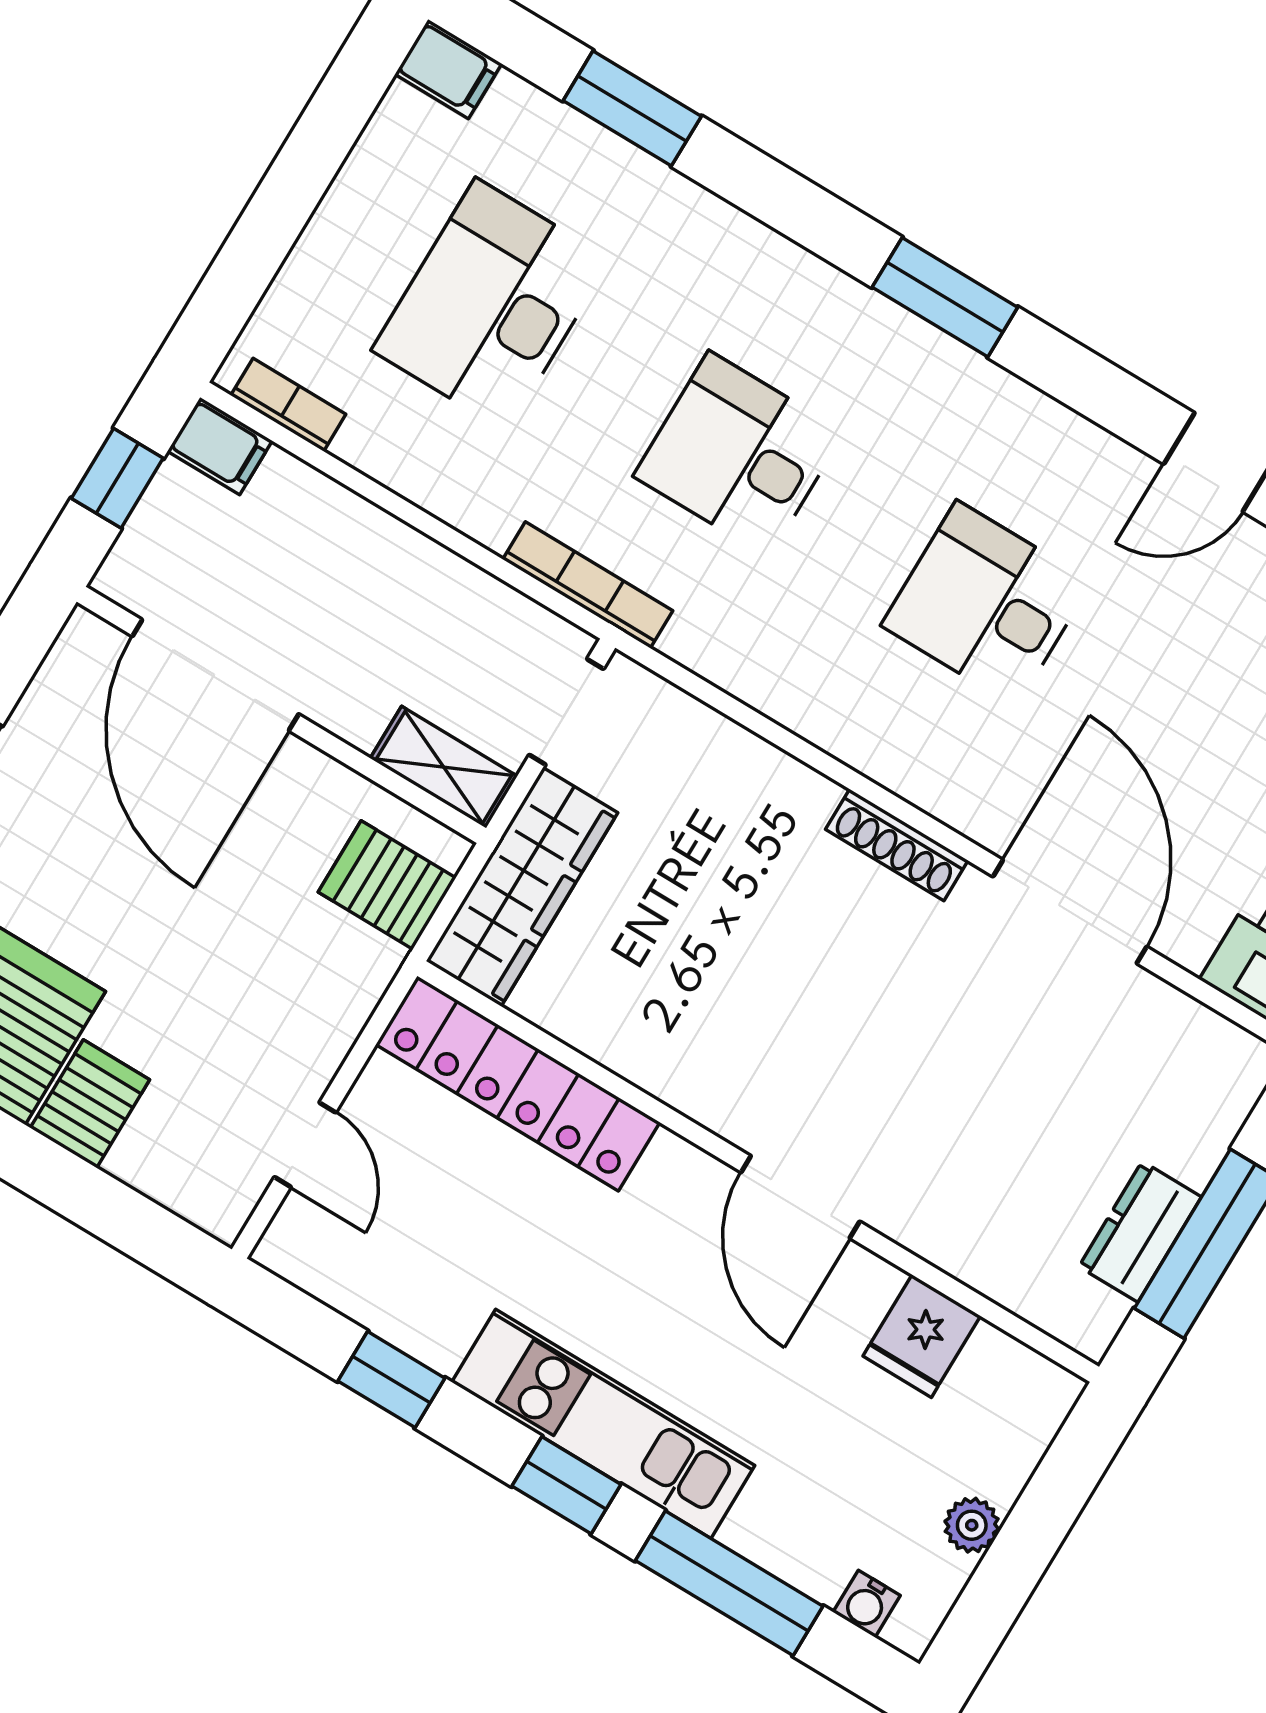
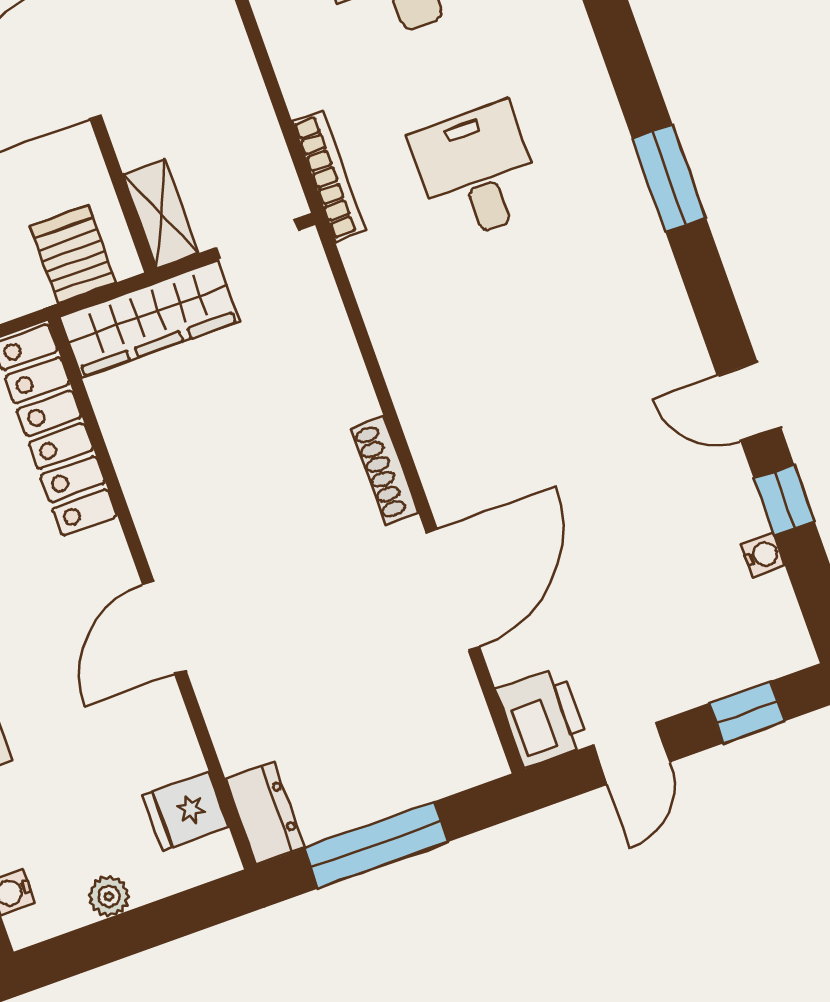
desk: (986, 604) -> (549, 374), removed
dresser: (1140, 1232) -> (265, 813), moved, turned 90
fridge: (922, 1336) -> (186, 811), moved

